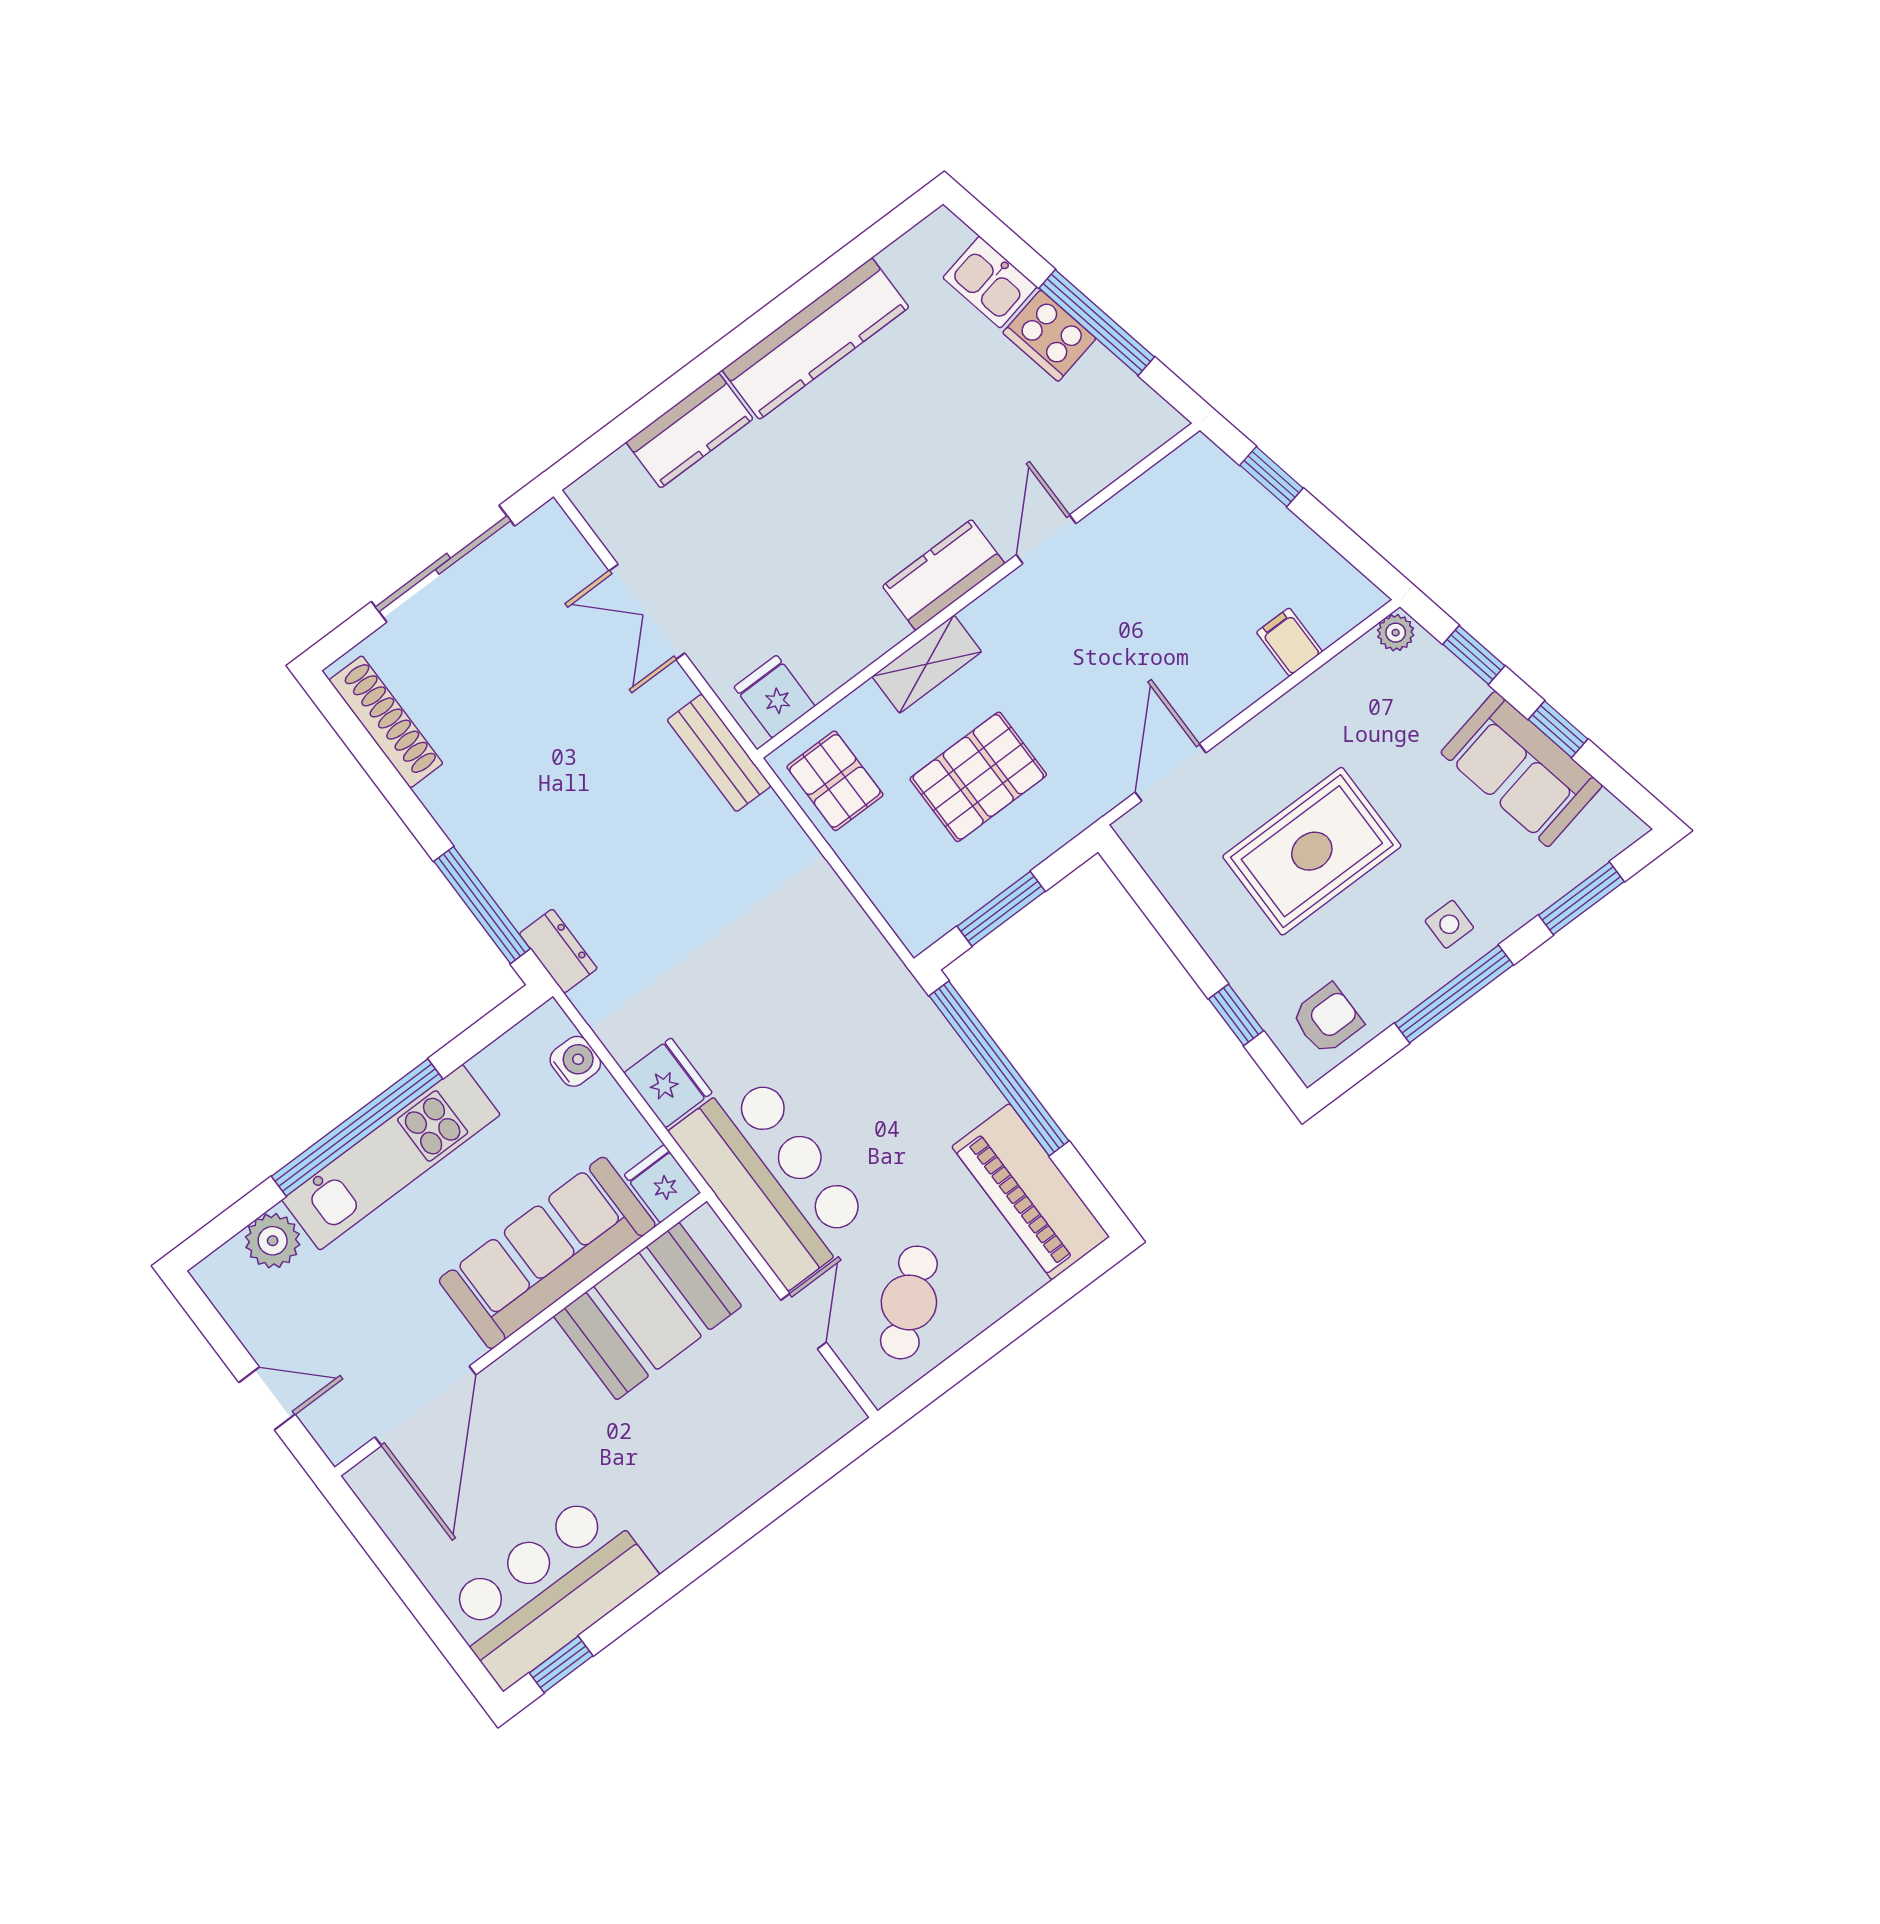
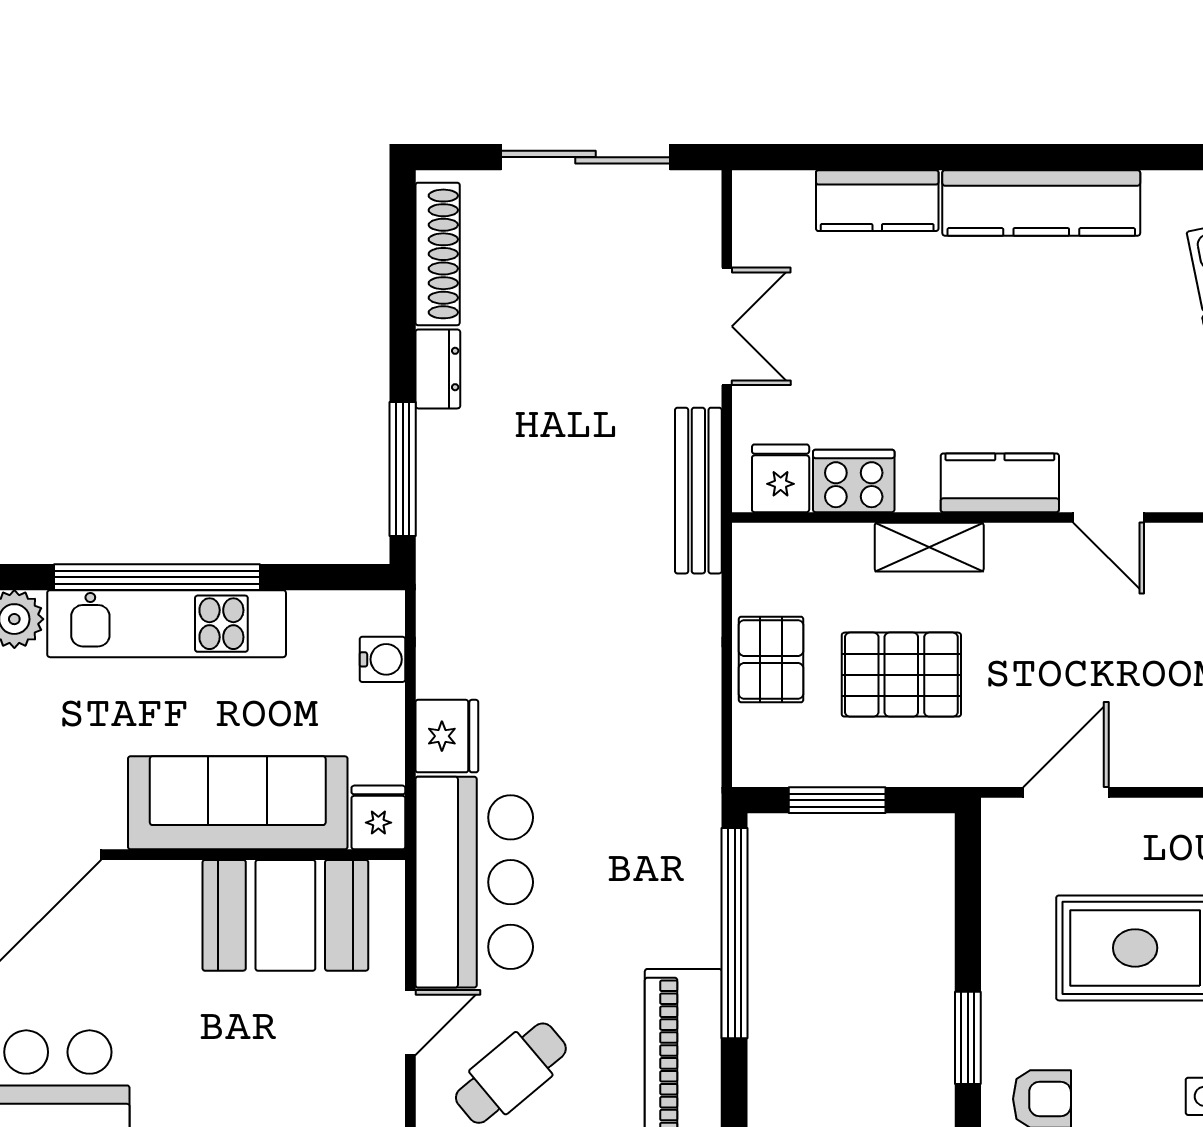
door: (1046, 539) -> (1109, 517), swing flipped
double door: (647, 612) -> (727, 326), swing flipped
cooker: (832, 657) -> (854, 481), added
bench: (719, 753) -> (698, 491), width x1.36
pallet: (835, 781) -> (771, 660), moved
dresser: (558, 951) -> (438, 369), moved
window: (1236, 1015) -> (968, 1038), width x1.50

